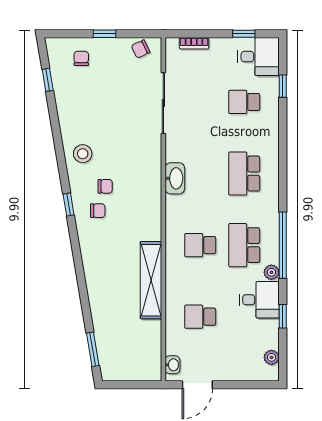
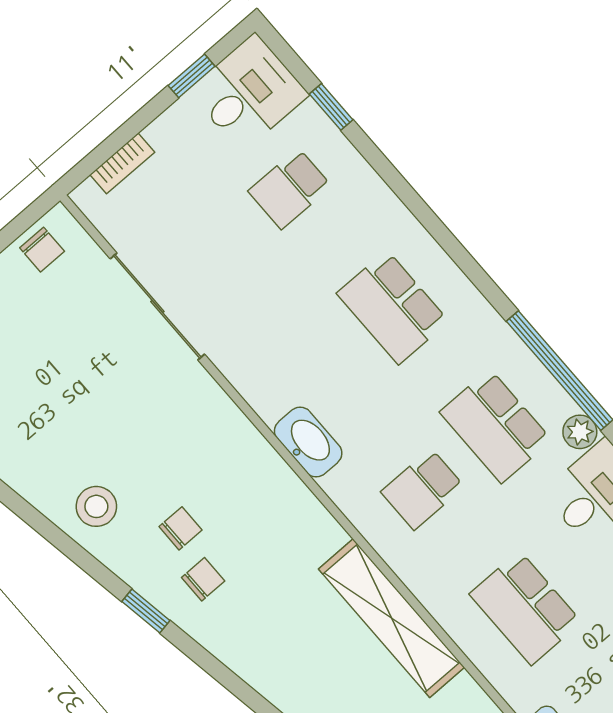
chair: (141, 49) -> (42, 250), turned -65
washbasin: (175, 178) -> (308, 442), moved
school desk: (200, 317) -> (525, 608), width x1.85

